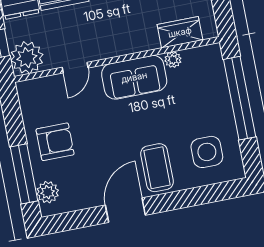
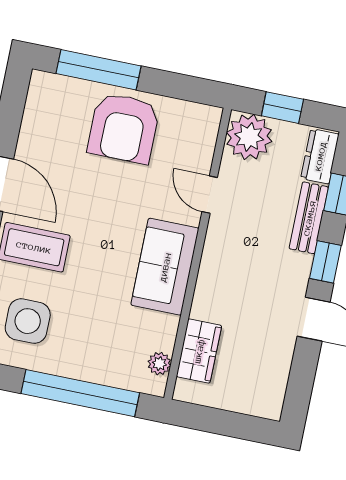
plant: (173, 60) -> (159, 364), moved
armchair: (55, 142) -> (124, 128), width x1.36, depth x1.36
plant: (48, 192) -> (62, 91), removed

